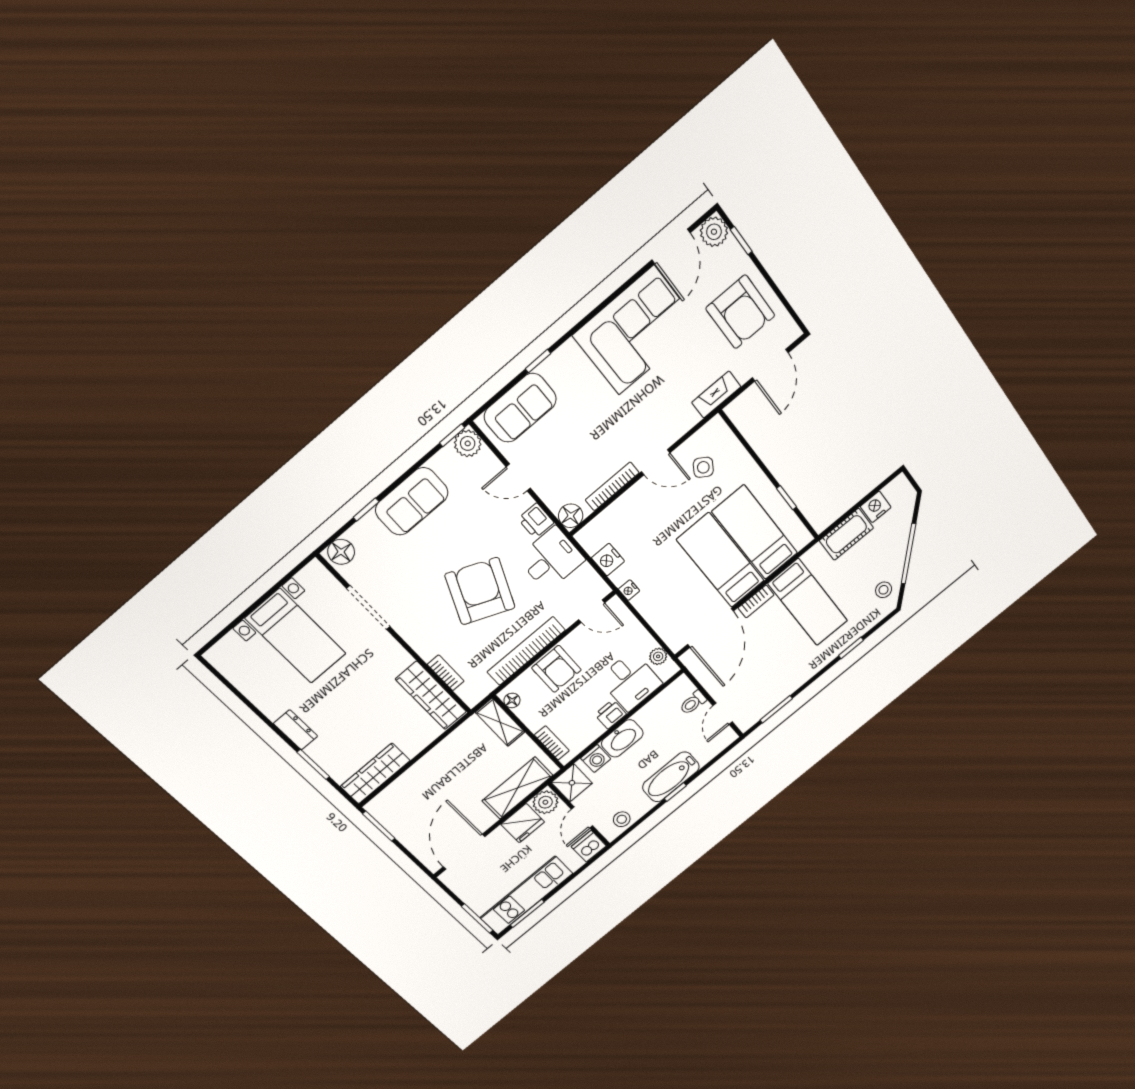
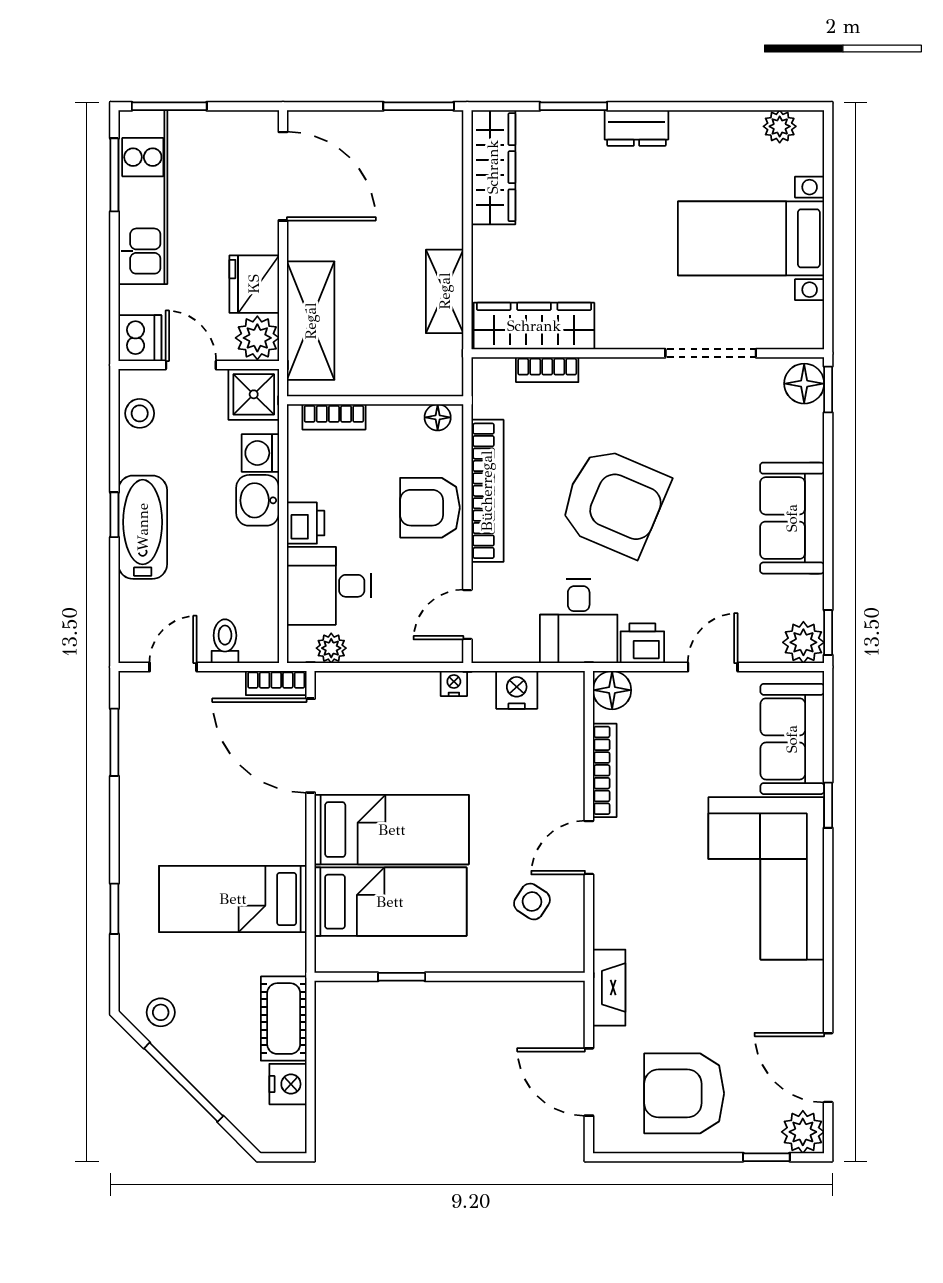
corner sofa: (636, 331) -> (766, 878), moved
window: (366, 510) -> (828, 389), moved
bookcase: (756, 601) -> (276, 683), moved, turned -90
plant: (230, 669) -> (780, 126), added
door: (723, 714) -> (173, 667), hinge flipped
shelving: (500, 722) -> (445, 291), moved, turned 90
washbasin: (622, 738) -> (258, 500), width x0.72

